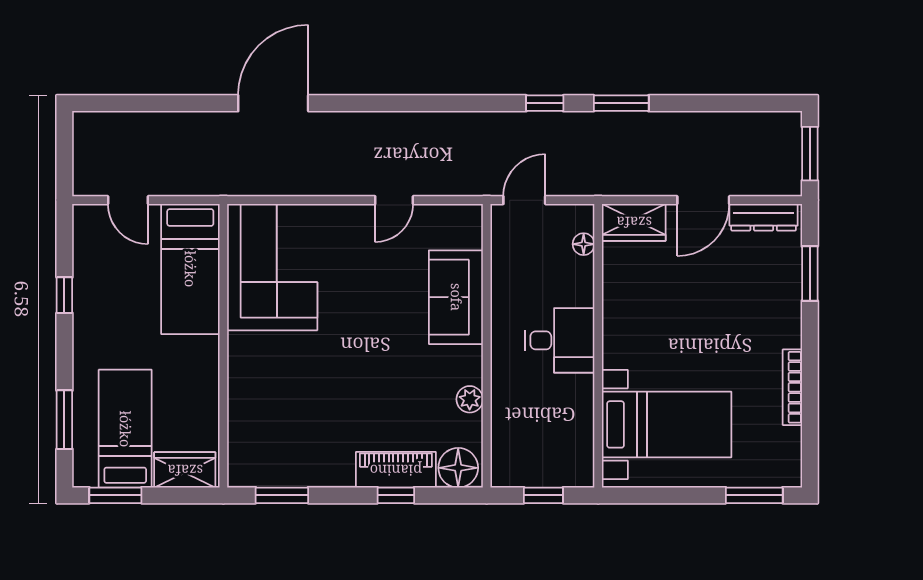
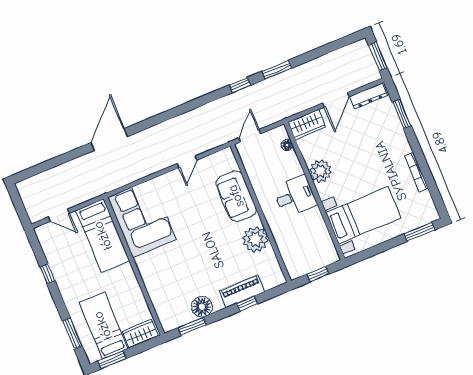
plant: (624, 315) -> (320, 171), added
plant: (470, 399) -> (255, 239), width x1.87, depth x1.87
floor lamp: (458, 468) -> (202, 307), moved

